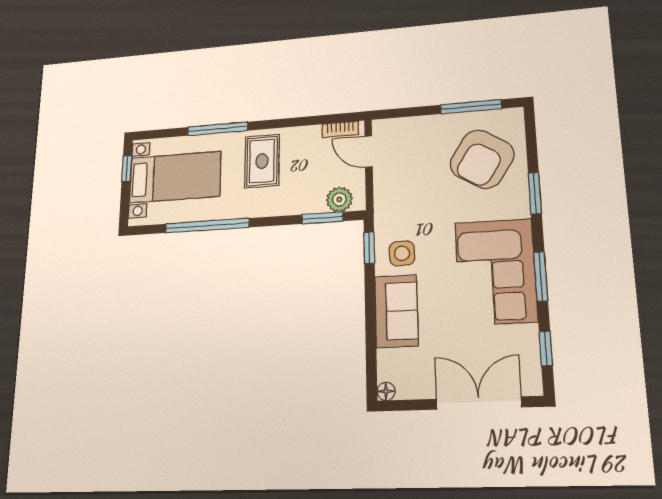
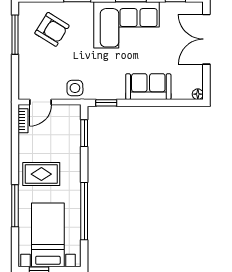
armchair: (482, 159) -> (52, 29), width x0.73, depth x0.73
plant: (339, 199) -> (72, 122), removed
side table: (402, 253) -> (75, 88), moved

